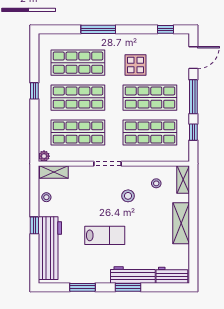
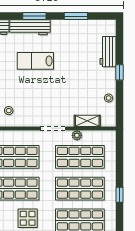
plant: (44, 156) -> (77, 135), moved
shelving: (54, 172) -> (87, 121), moved
stool: (128, 196) -> (34, 99), removed
lab bench: (105, 235) -> (35, 61), moved
workbench: (50, 248) -> (108, 52), width x0.53, depth x0.76

